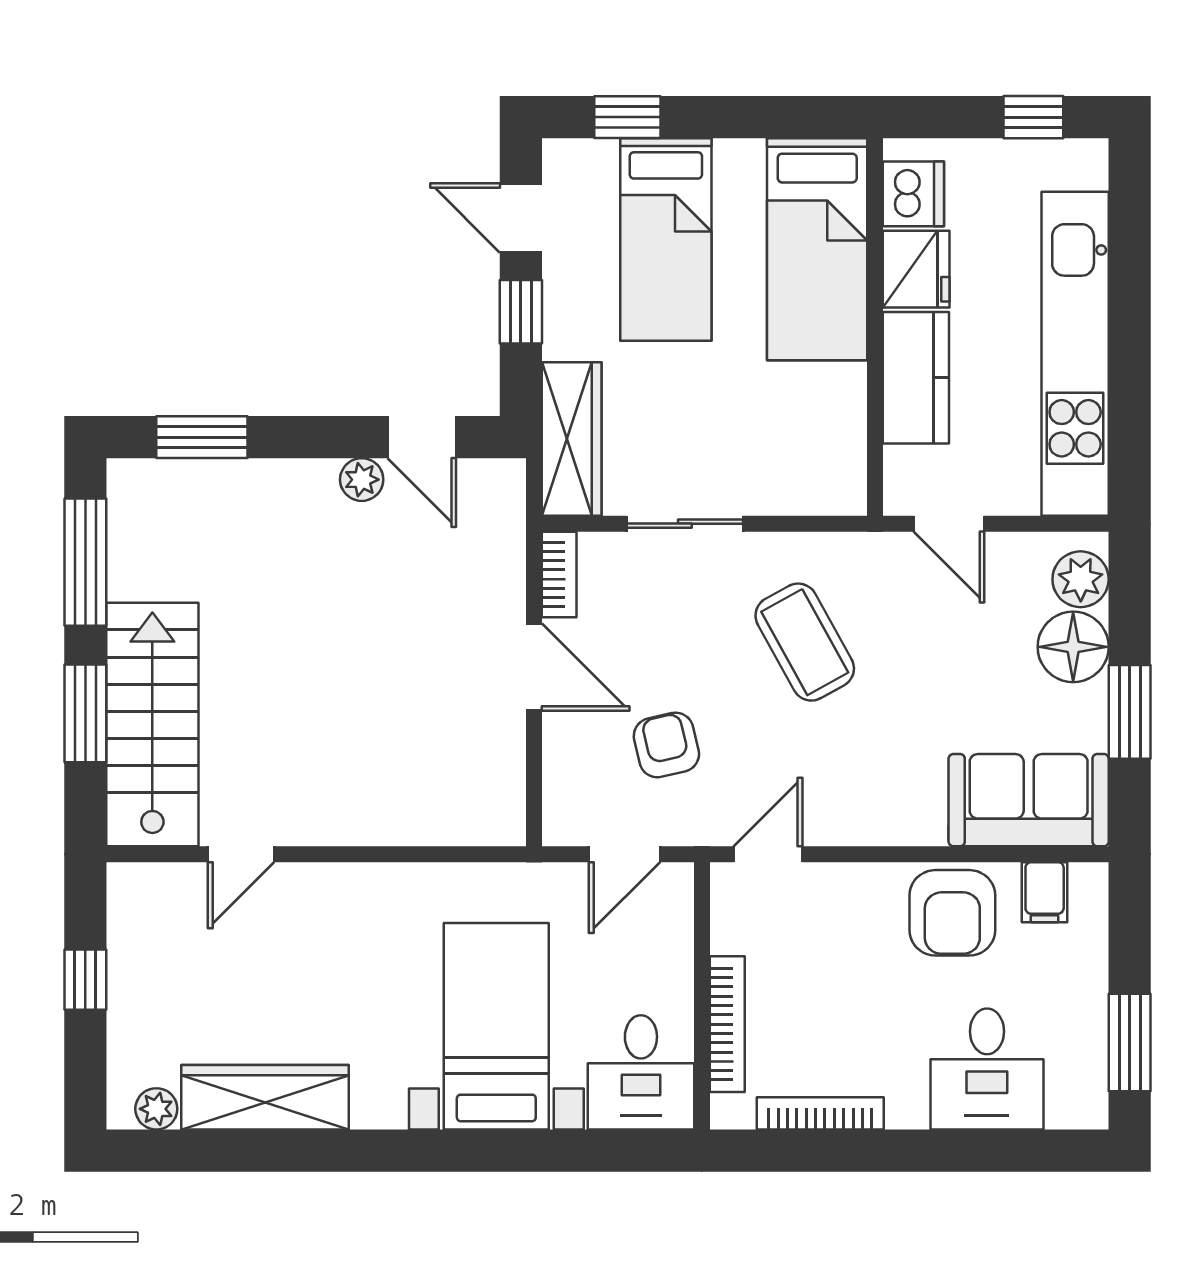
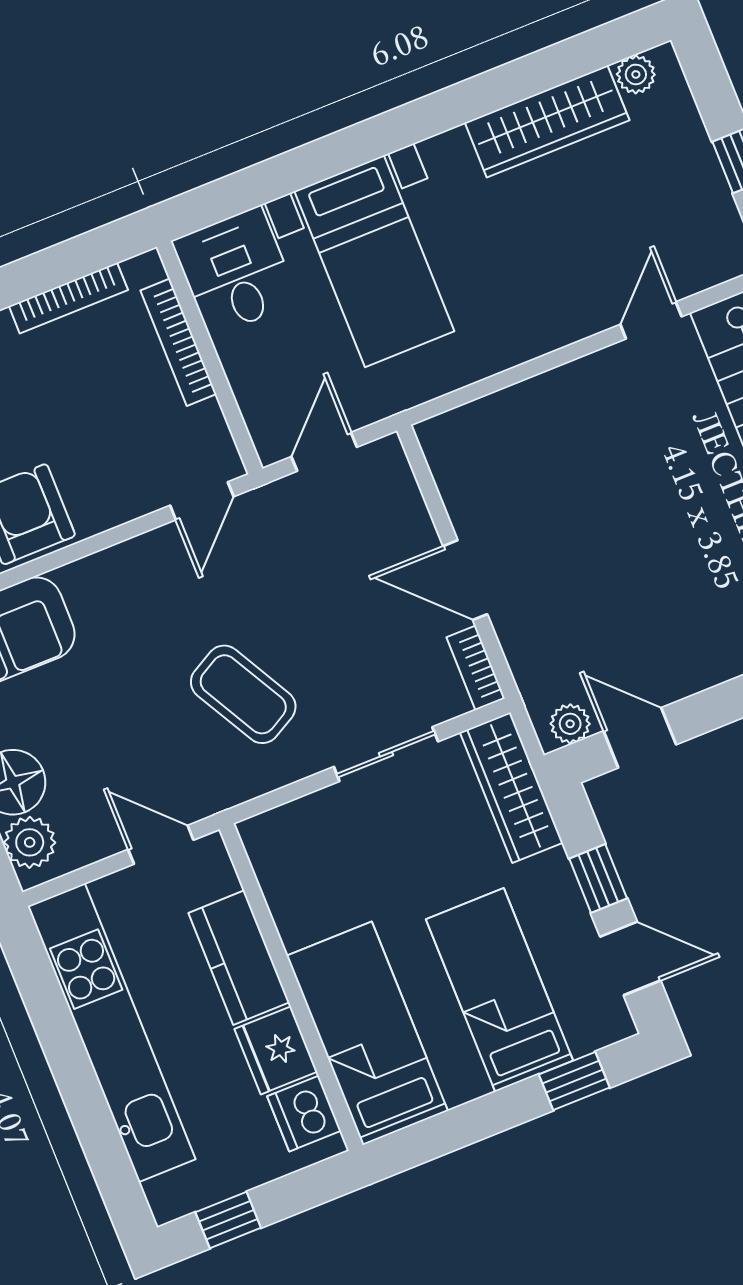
plant: (362, 480) -> (570, 724), moved
armchair: (666, 745) -> (326, 559), removed

